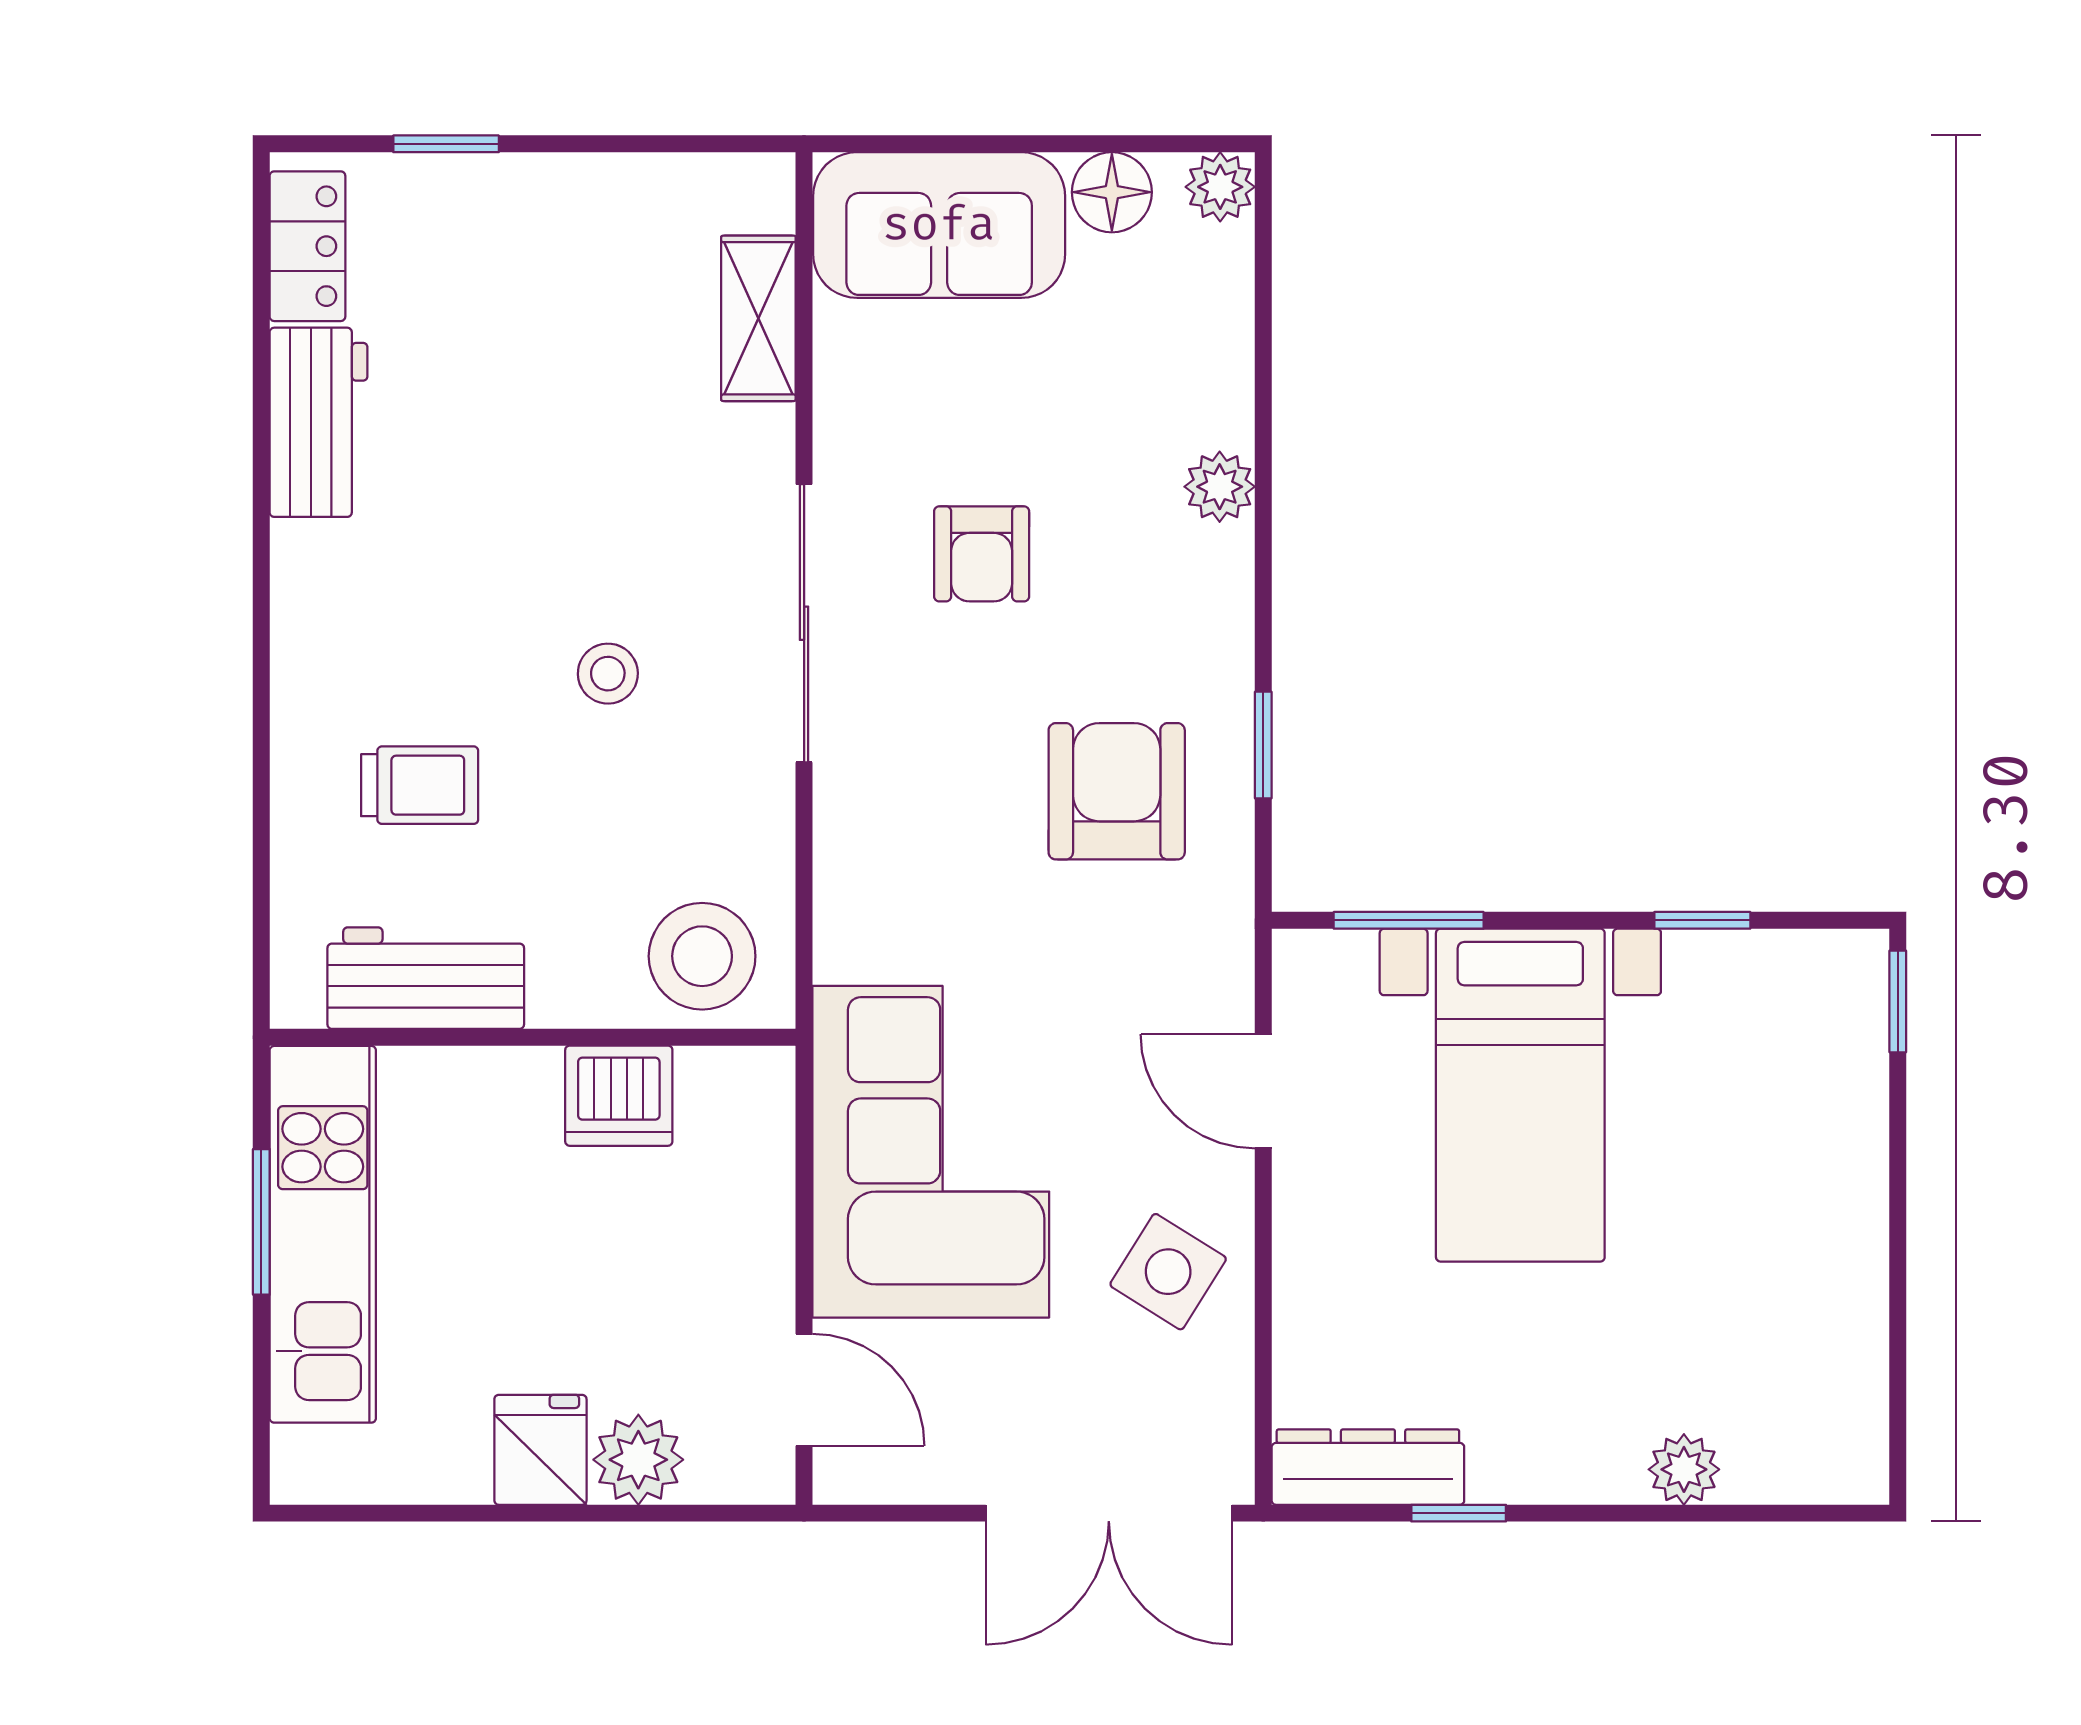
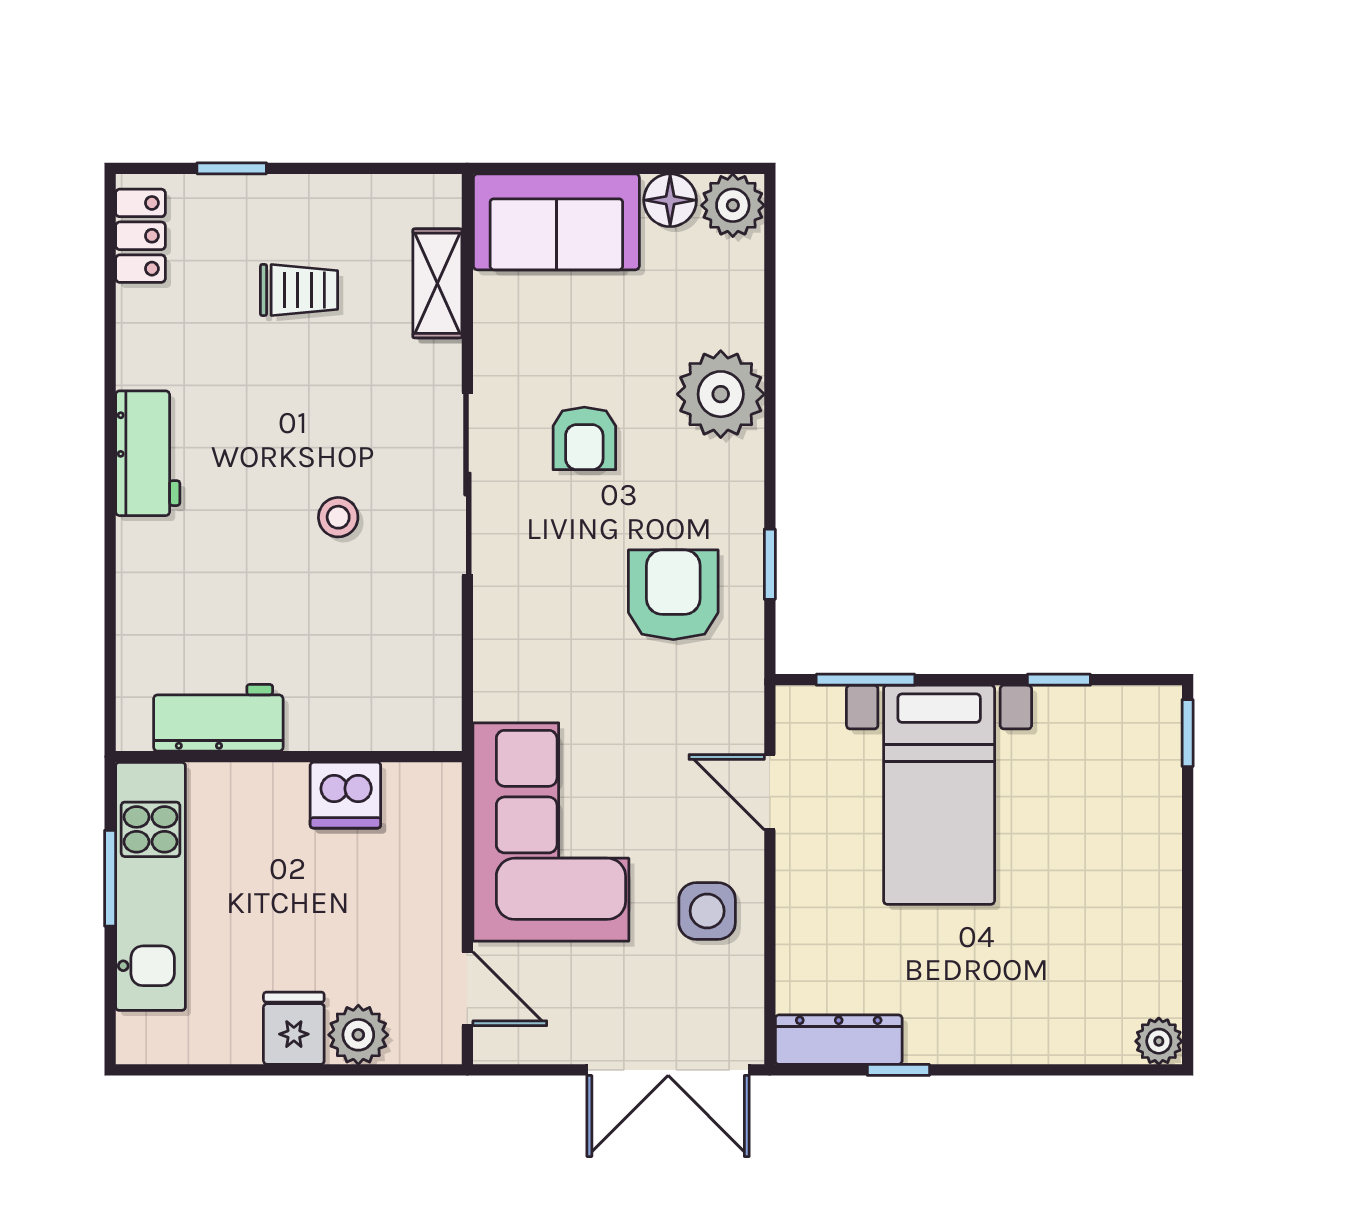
plant: (1220, 187) -> (733, 205), width x1.38, depth x1.38
workbench: (319, 422) -> (148, 453), moved
plant: (1220, 487) -> (721, 394), width x1.88, depth x1.88
trolley: (420, 785) -> (299, 290), moved
stool: (702, 956) -> (400, 703), removed
side table: (1168, 1272) -> (707, 911), turned -32
plant: (1684, 1469) -> (1159, 1041), moved

